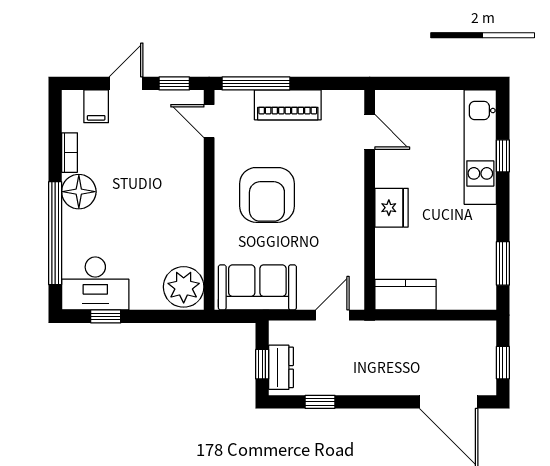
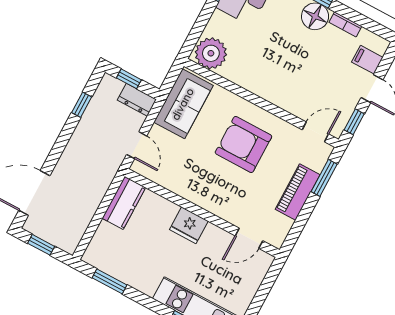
window: (256, 83) -> (324, 178), width x0.69
dresser: (281, 367) -> (137, 100), moved

